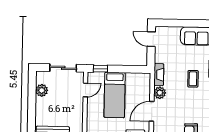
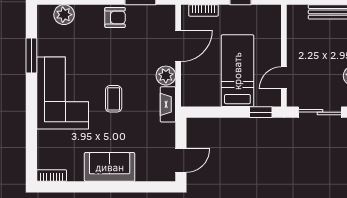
door: (151, 39) -> (181, 160), hinge flipped

